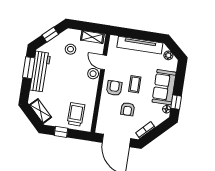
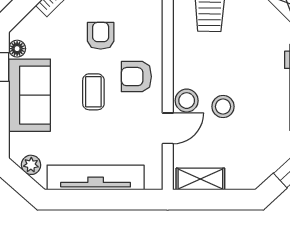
stool: (71, 49) -> (223, 107), moved
door: (104, 62) -> (168, 128), hinge flipped
armchair: (114, 88) -> (136, 77), turned 90

